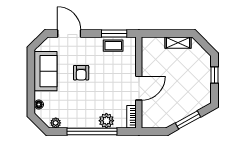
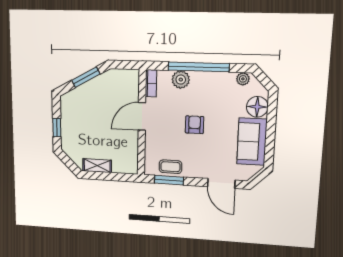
armchair: (81, 73) -> (194, 125), moved
floor lamp: (39, 105) -> (257, 107), width x1.89, depth x1.89

